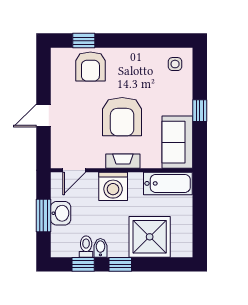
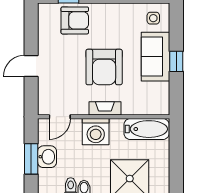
armchair: (90, 66) -> (75, 20), turned -90
sofa: (177, 142) -> (156, 57), moved

